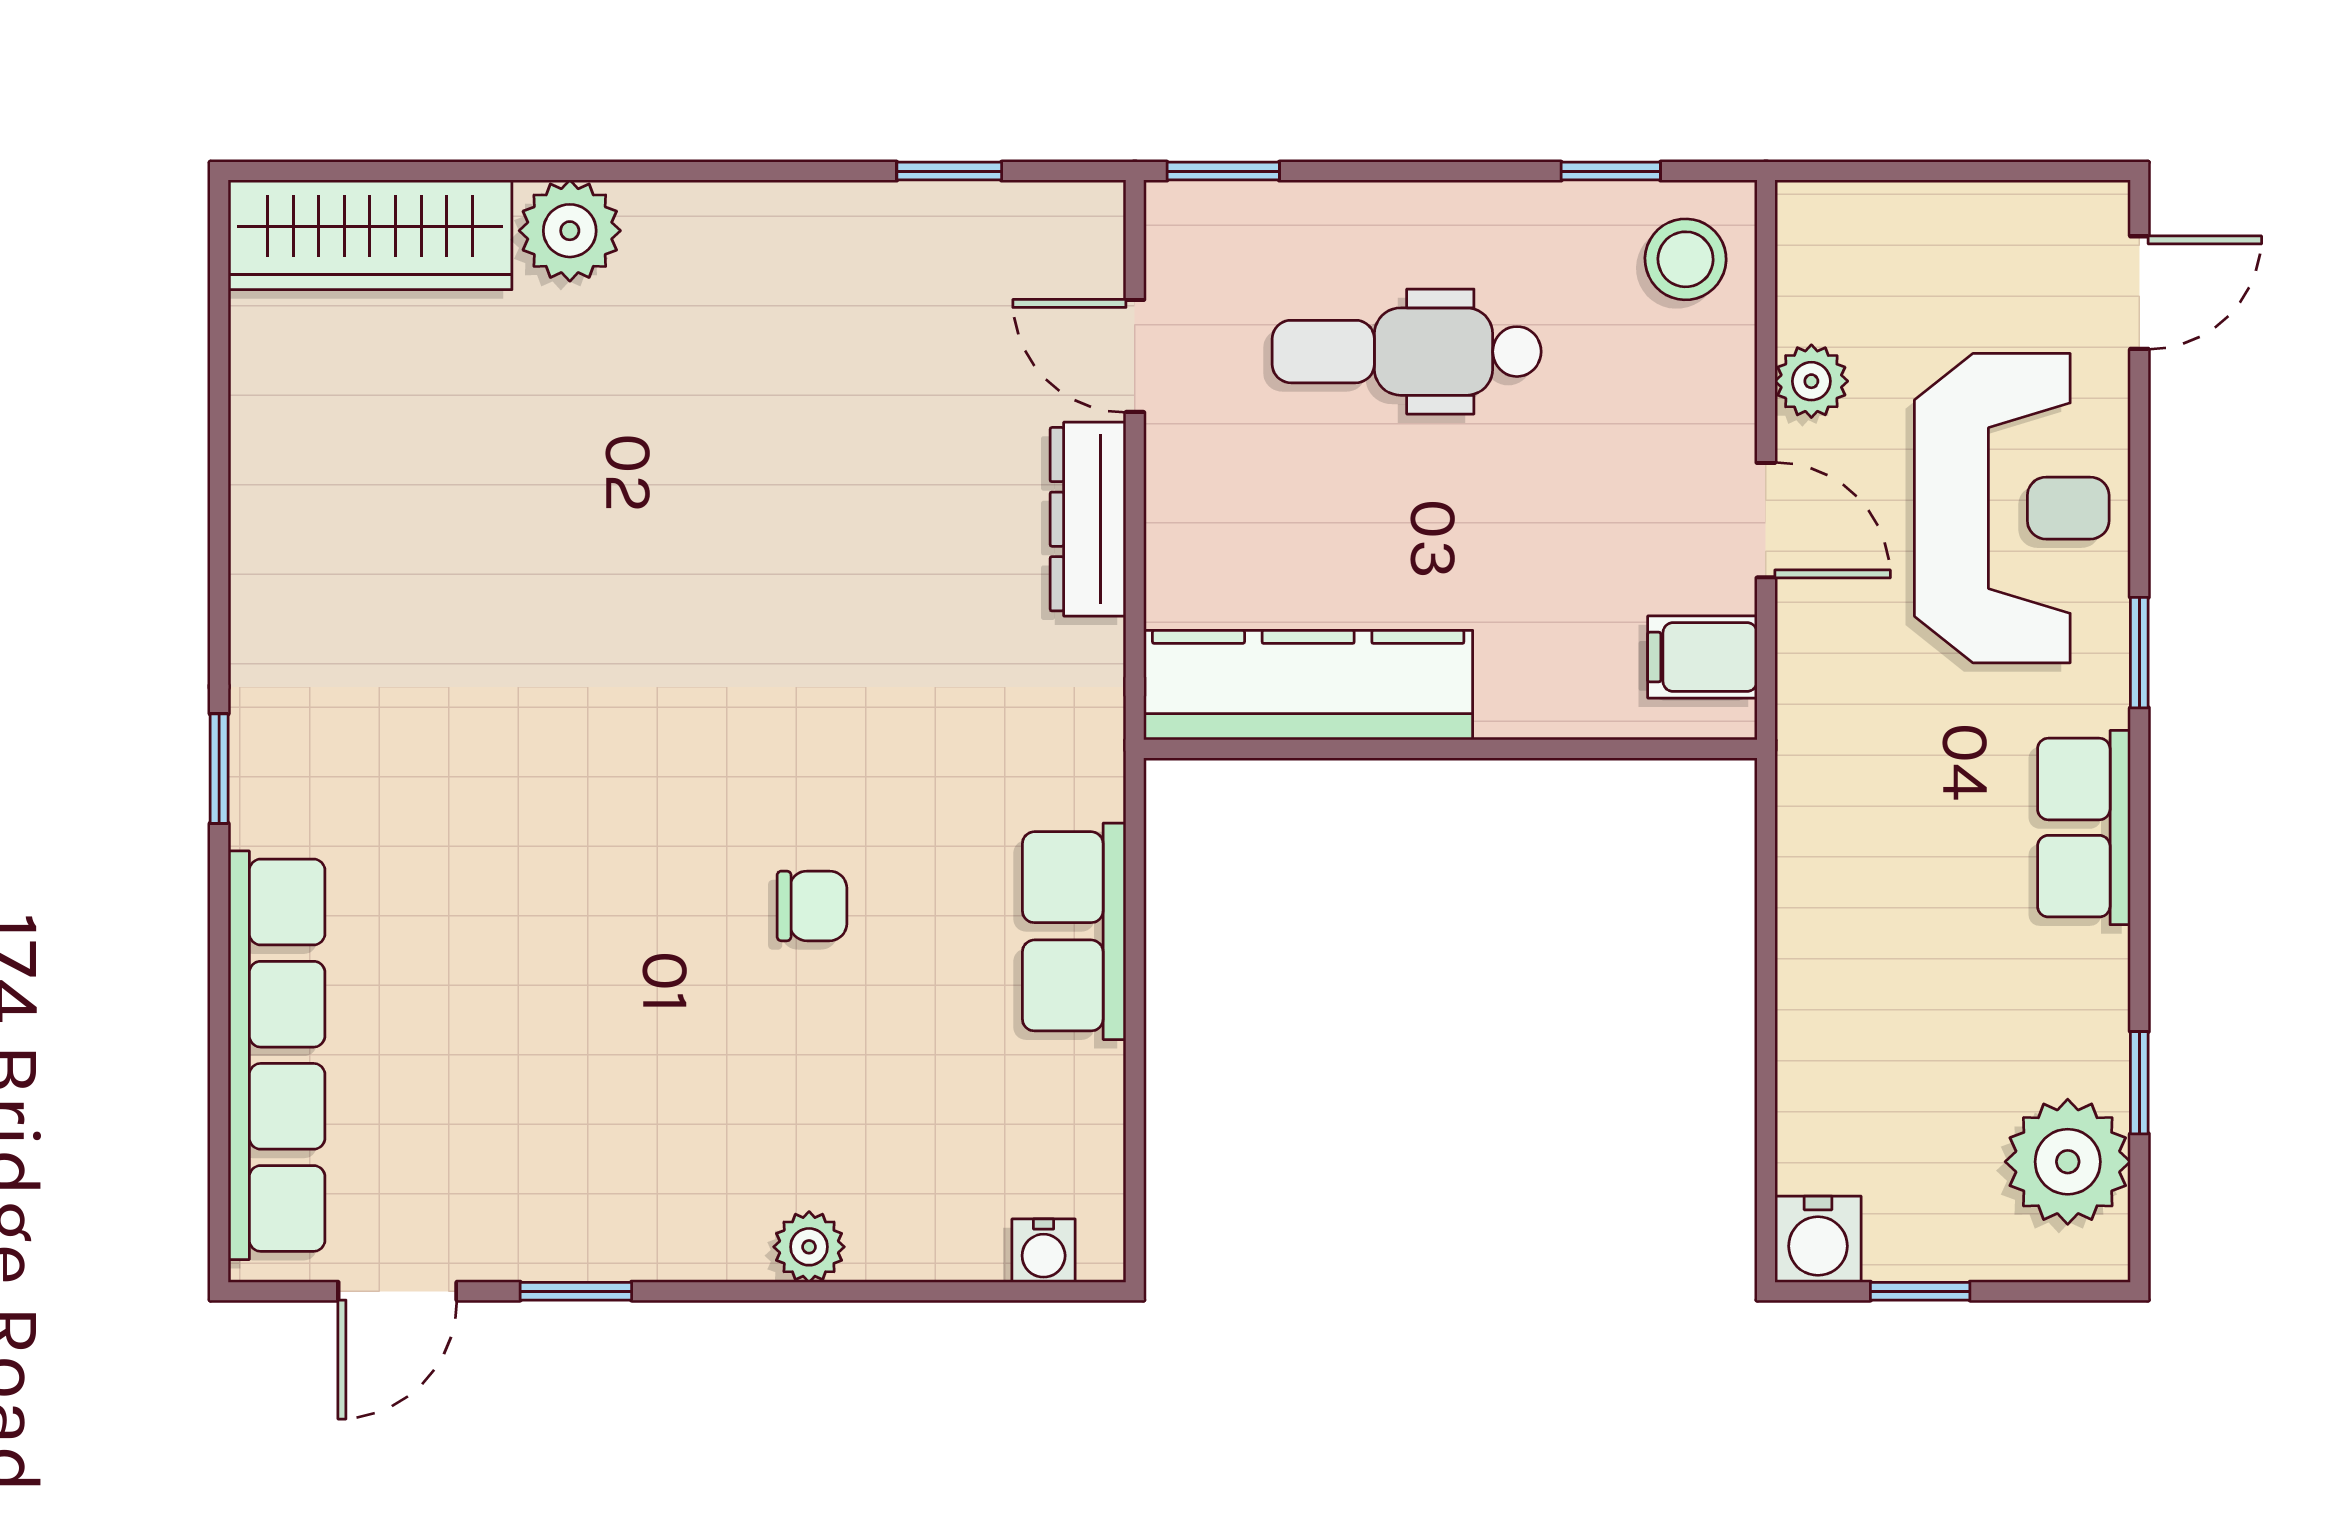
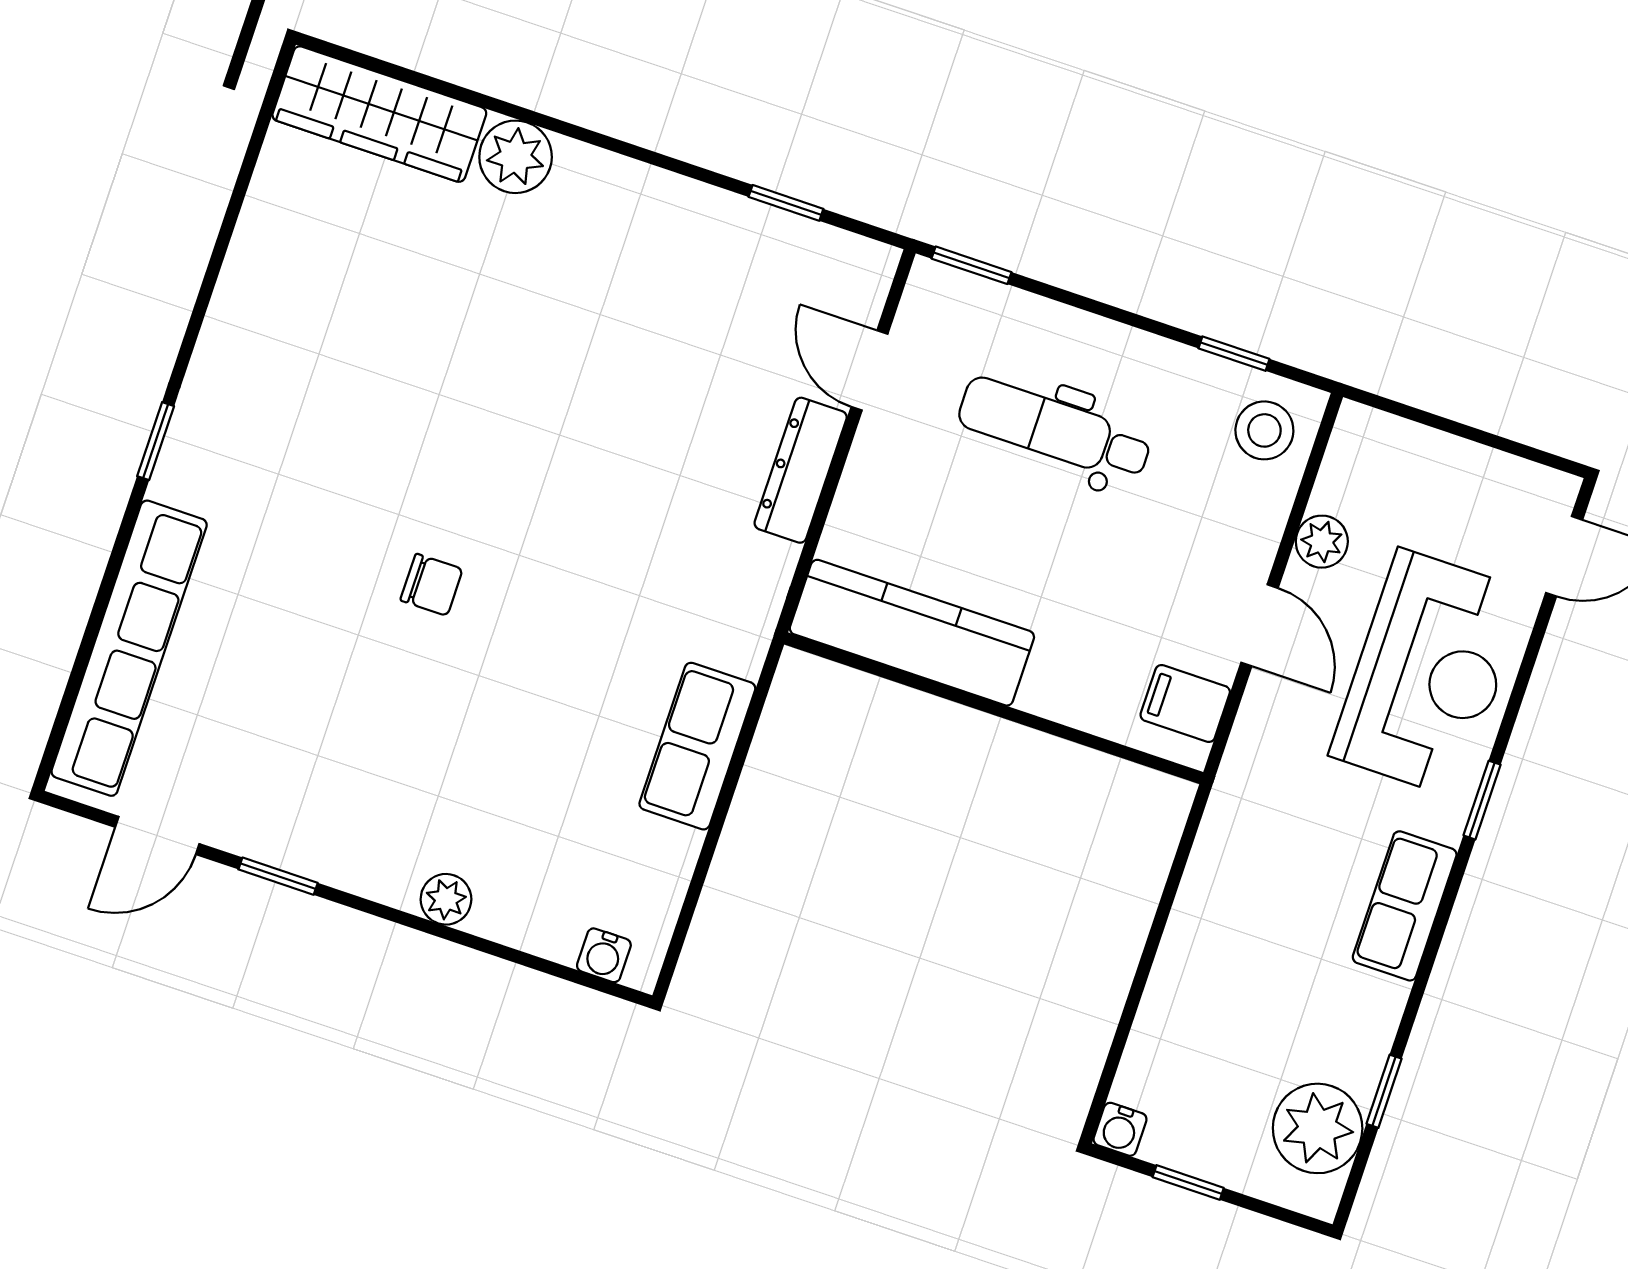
chair: (812, 906) -> (432, 585), moved
water cooler: (1818, 1239) -> (1120, 1129), width x0.72, depth x0.72

